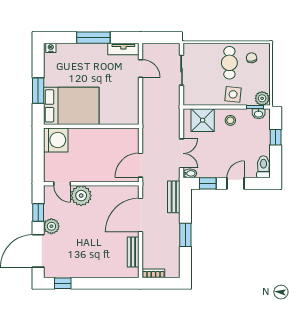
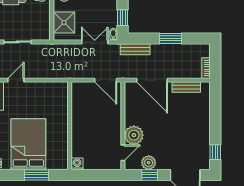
bed: (71, 106) -> (28, 144), moved
washing machine: (56, 140) -> (77, 164), width x0.53, depth x0.53
plant: (51, 226) -> (149, 163), moved

